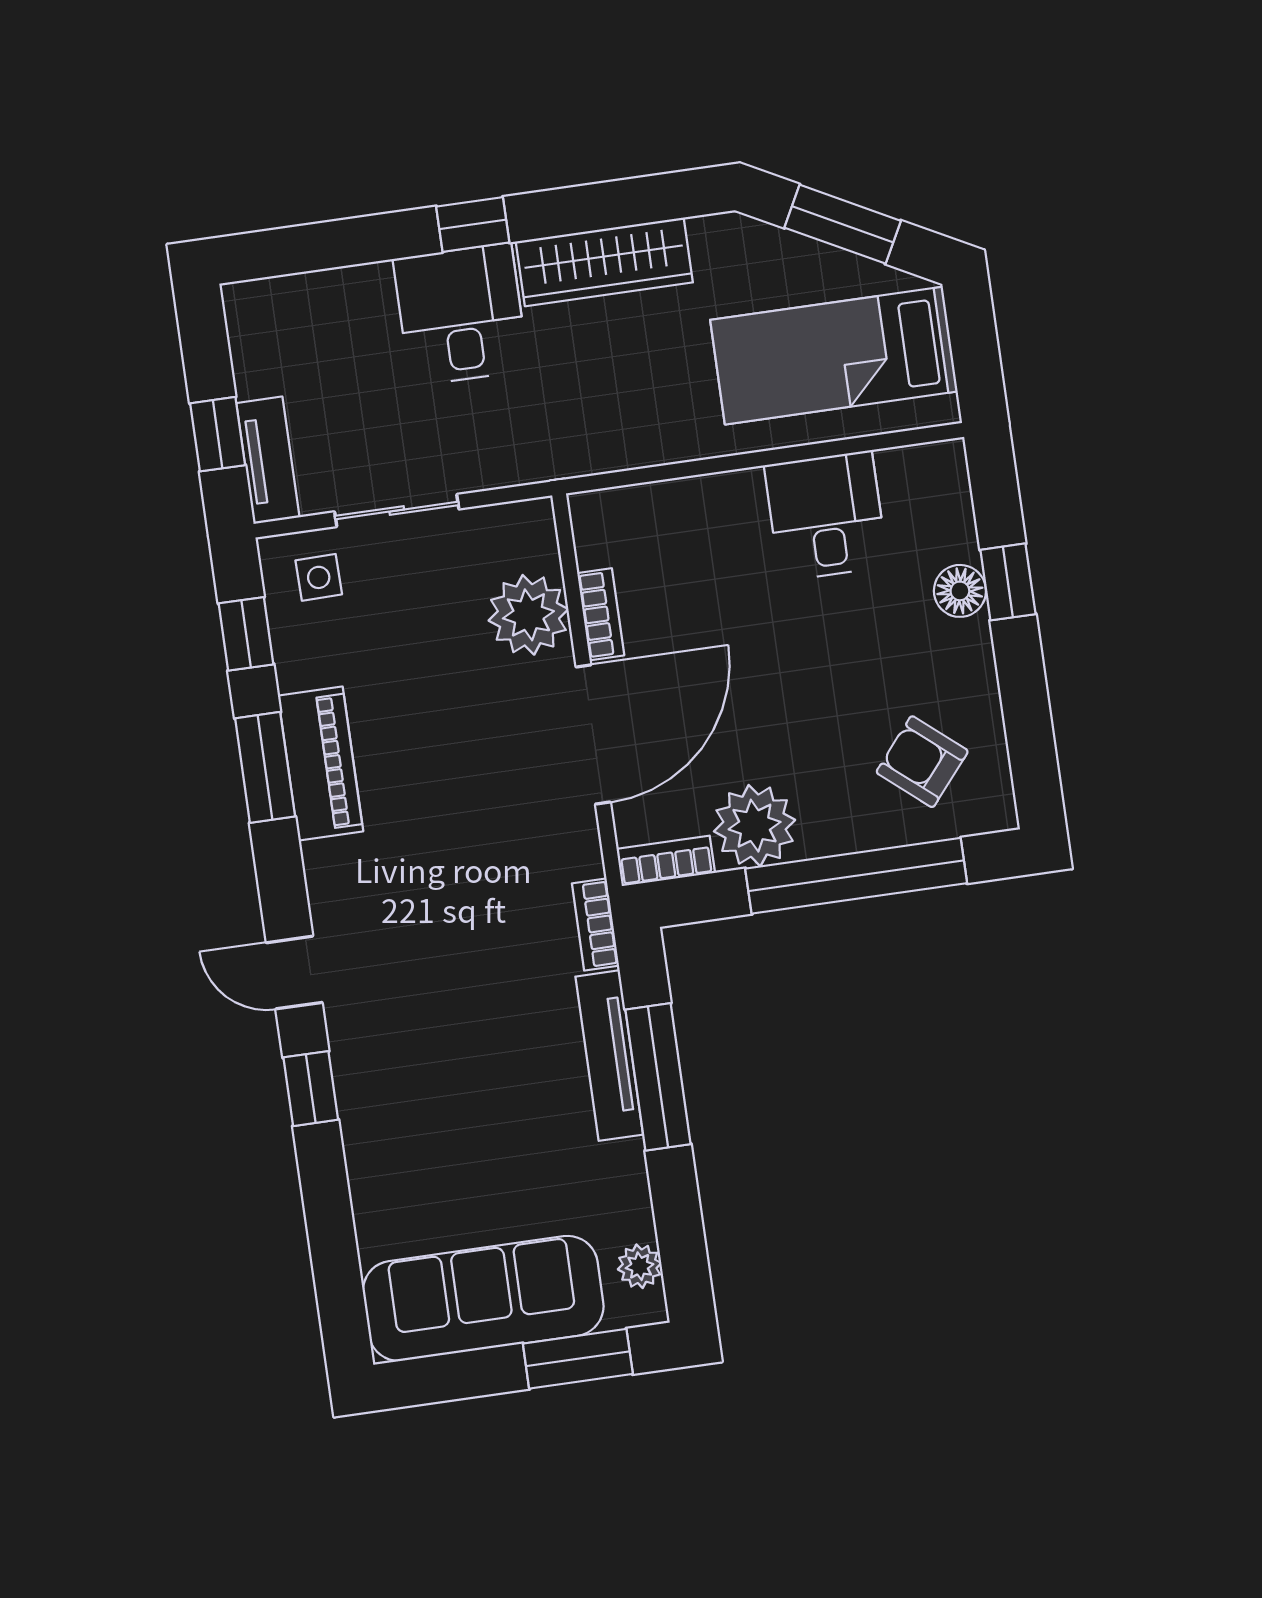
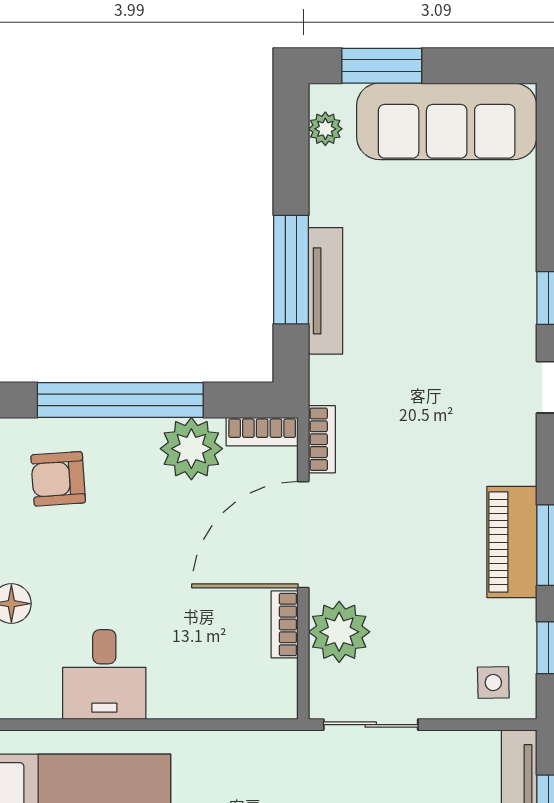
sliding door: (397, 510) -> (371, 725), moved
armchair: (922, 762) -> (58, 479), turned 136
bookcase: (595, 925) -> (322, 439), moved

